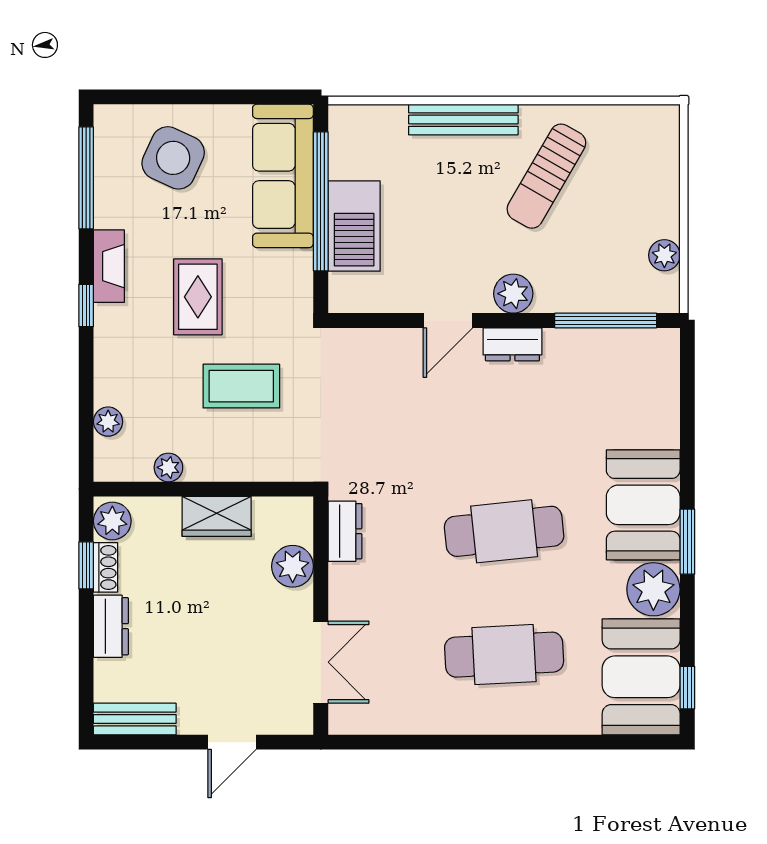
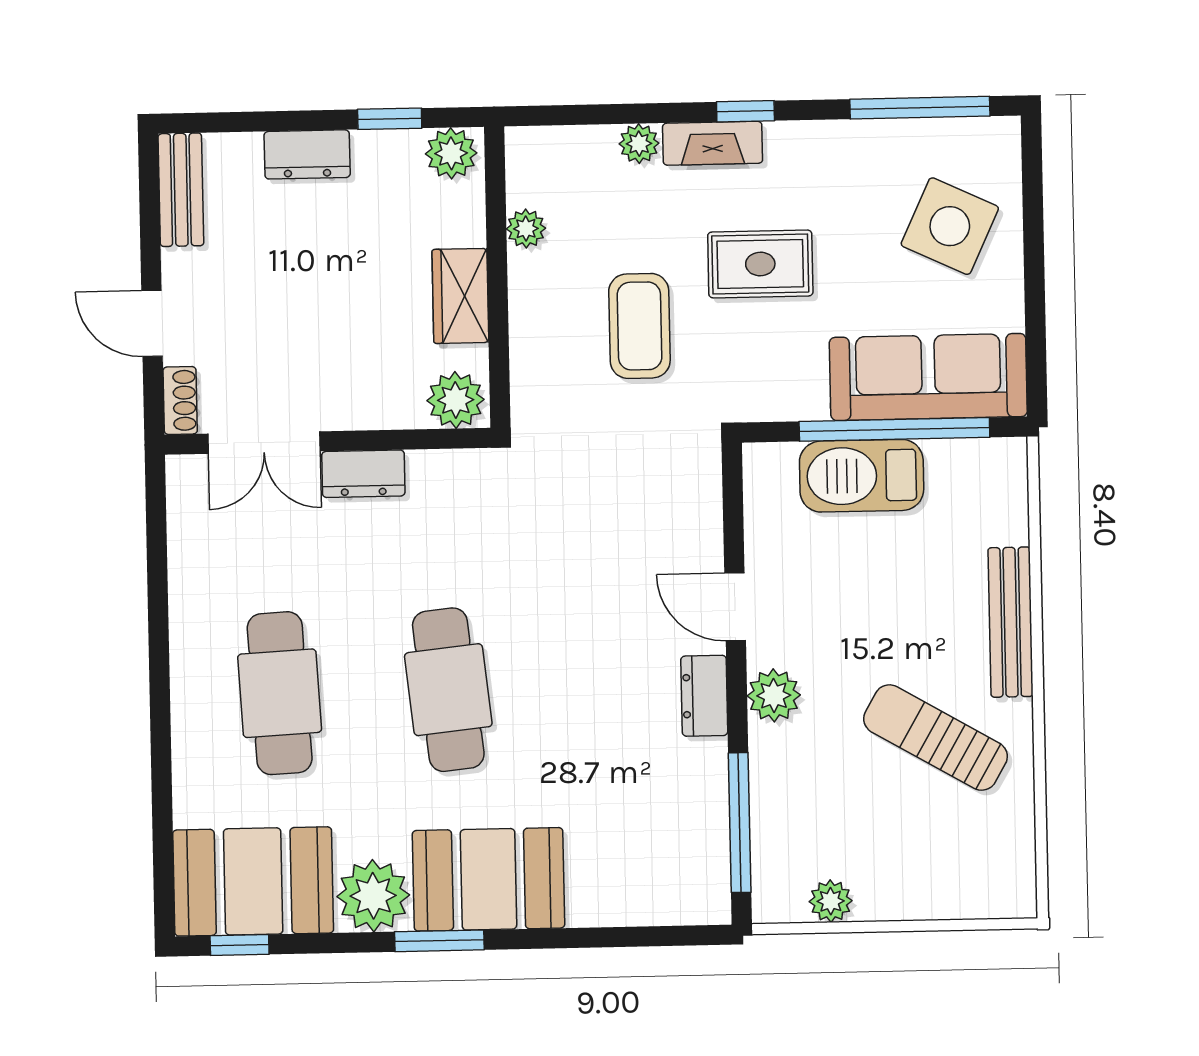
fireplace: (109, 266) -> (713, 143), moved
plant: (108, 422) -> (639, 144), moved
dresser: (345, 531) -> (363, 474), moved
plant: (293, 566) -> (456, 400), moved
shoe rack: (105, 567) -> (180, 400), moved, turned -90

